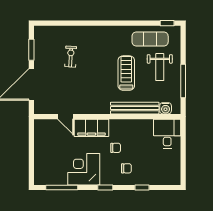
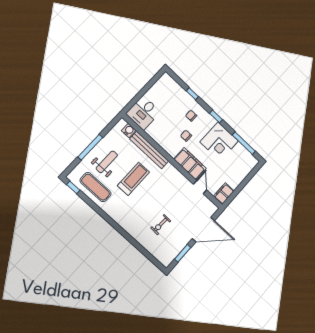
treadmill: (126, 73) -> (133, 179), turned 180
window: (183, 81) -> (90, 147), moved
filing cabinet: (41, 129) -> (224, 194), added

